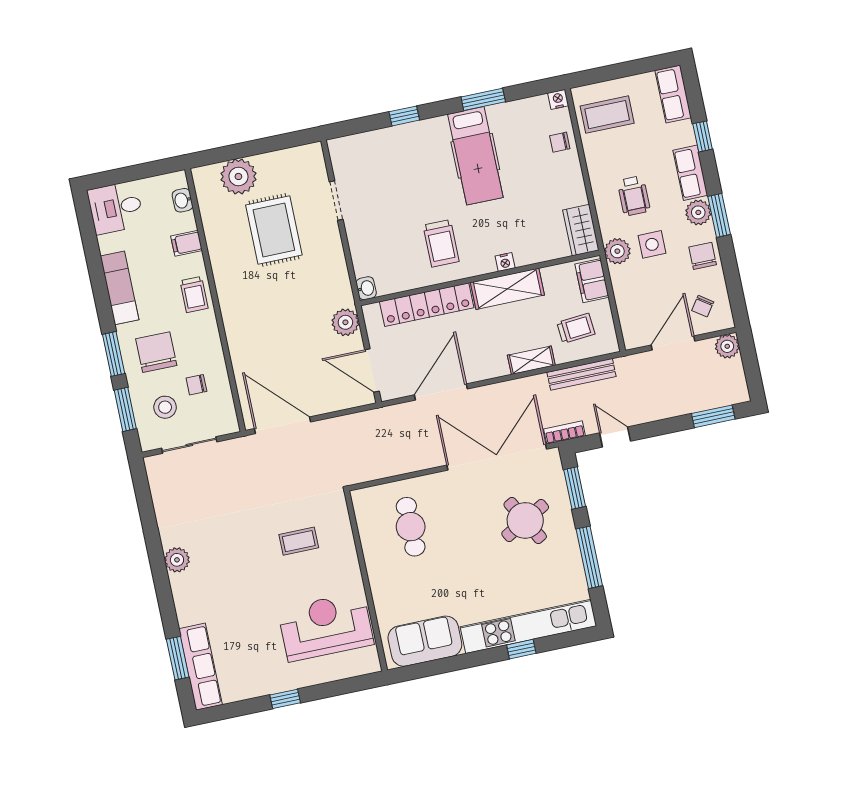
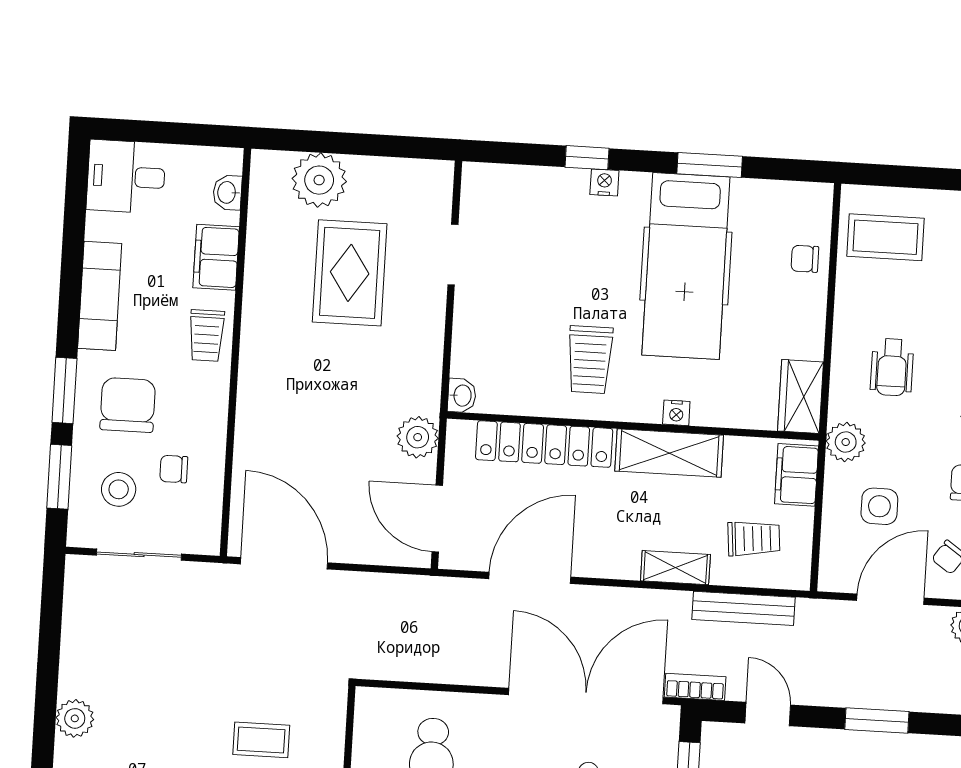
nightstand: (558, 99) -> (604, 182), moved
hospital bed: (475, 156) -> (686, 266), width x1.37, depth x1.29
filing cabinet: (187, 243) -> (216, 257), width x2.00
side table: (652, 244) -> (879, 506), moved
window: (713, 416) -> (877, 721), moved

